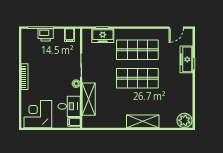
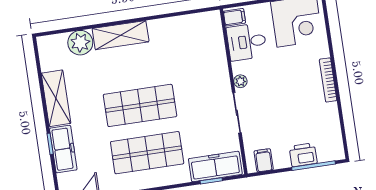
freezer: (103, 36) -> (215, 167), width x1.40
shelving: (89, 99) -> (56, 98), moved
plant: (184, 120) -> (80, 43), moved

